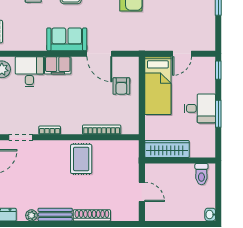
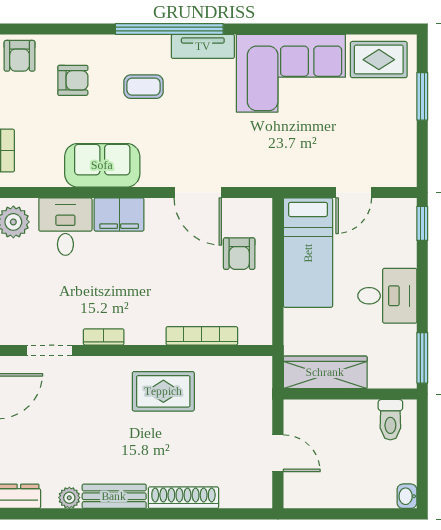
sofa: (67, 39) -> (102, 165), moved
window: (218, 114) -> (422, 358), moved
rug: (81, 159) -> (163, 391), turned 90

